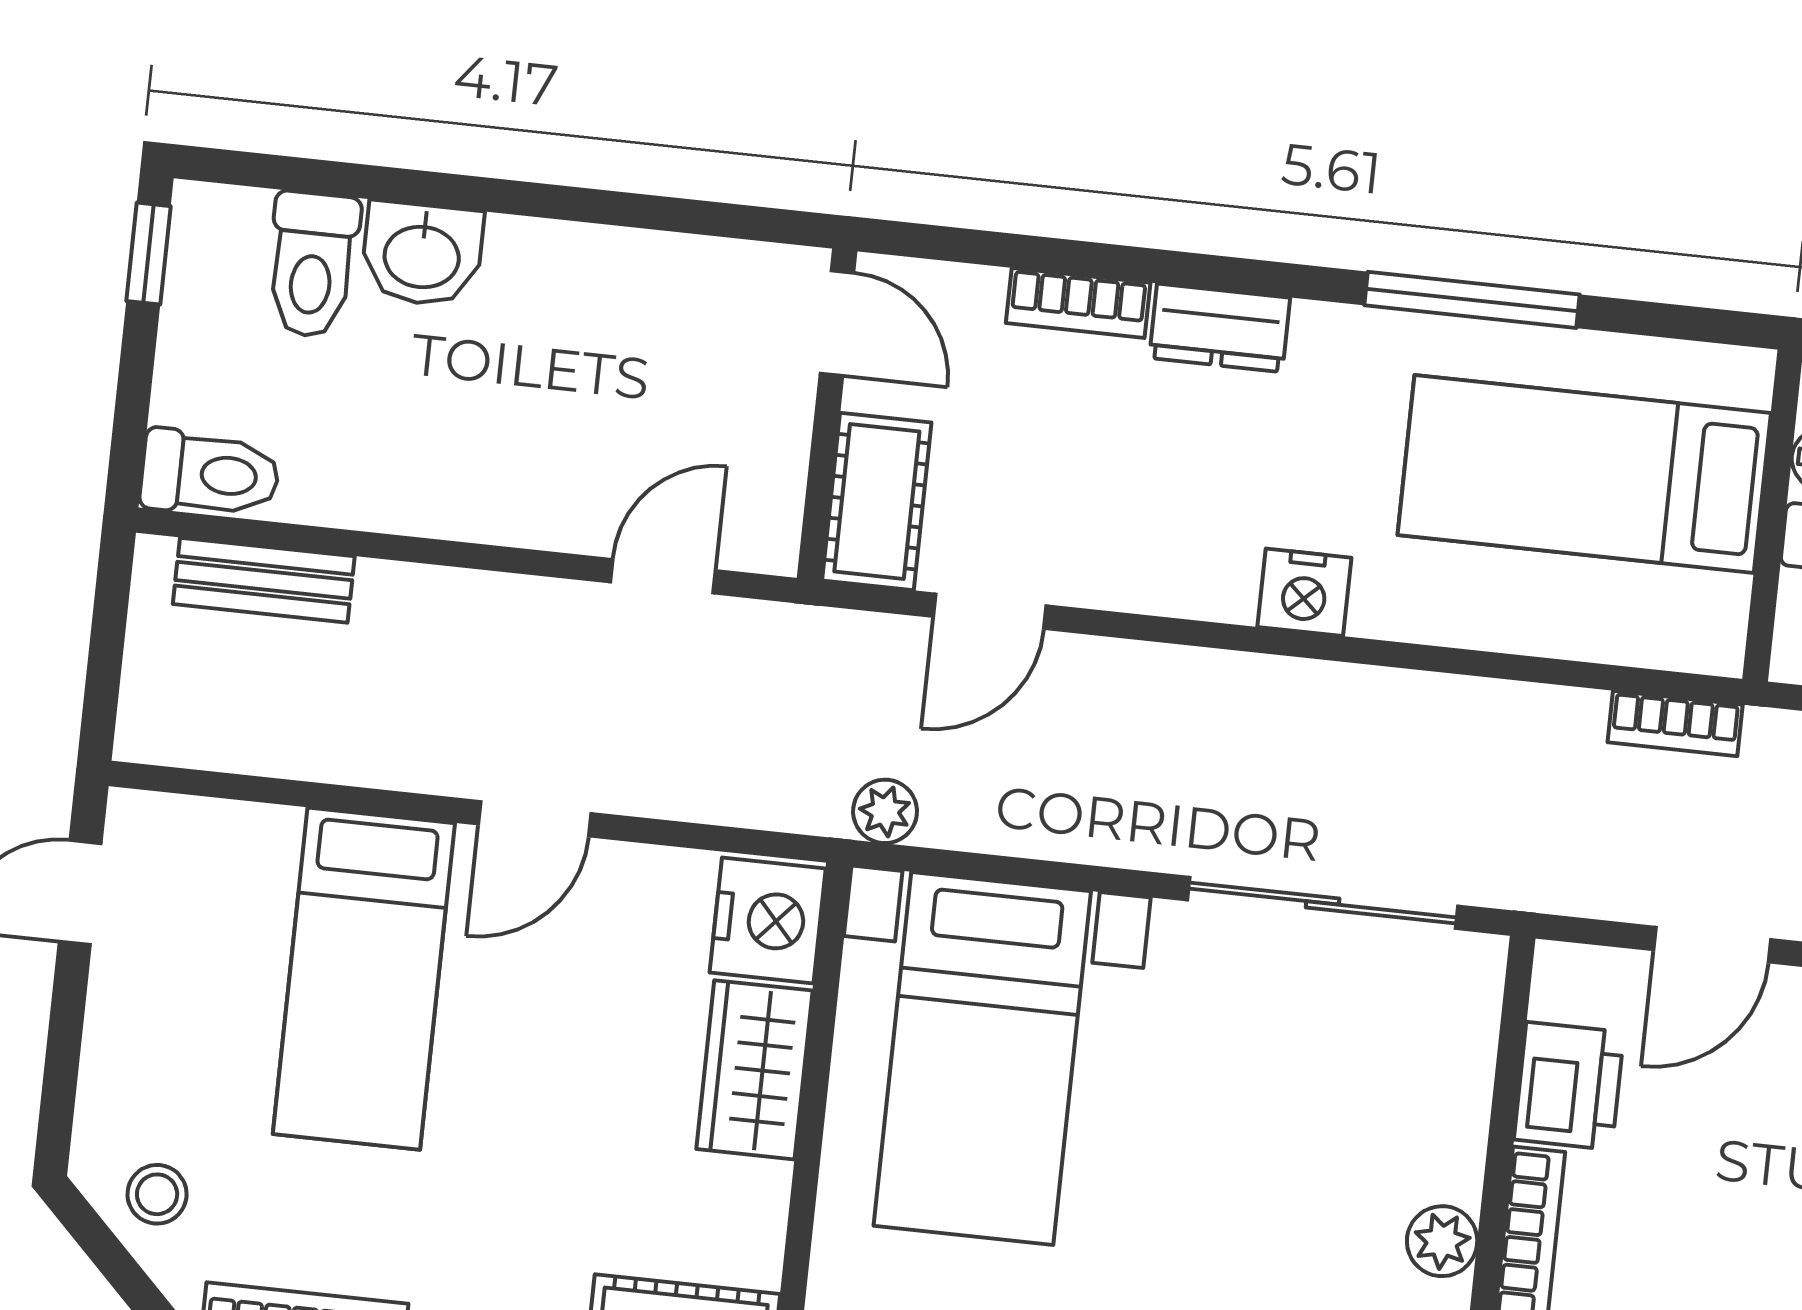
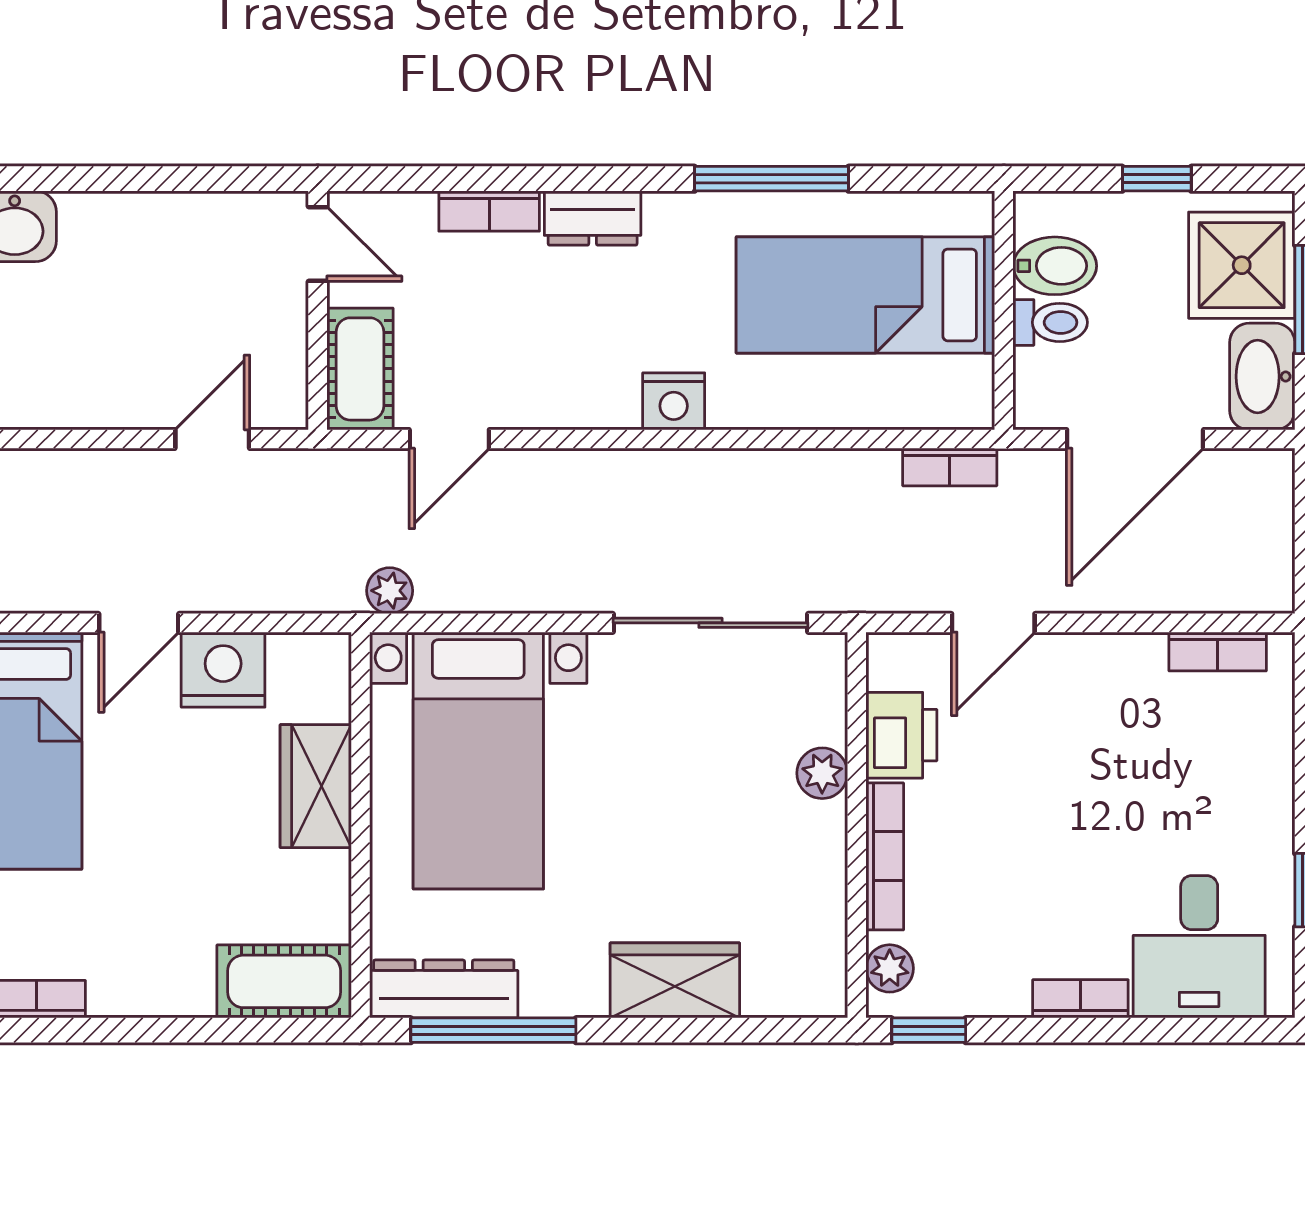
nightstand: (768, 920) -> (223, 670), moved, turned -90
plant: (1442, 1241) -> (822, 773), moved

